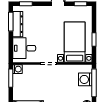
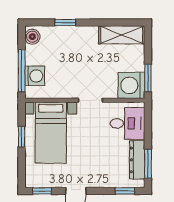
washing machine: (17, 69) -> (131, 85), width x1.89, depth x1.89

